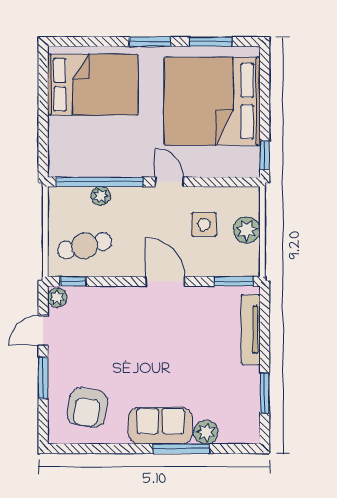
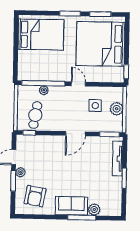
cafe table: (85, 246) -> (35, 115), turned -67
door: (165, 281) -> (75, 134), swing flipped
plant: (57, 298) -> (20, 172), moved
window: (265, 393) -> (124, 178), moved

